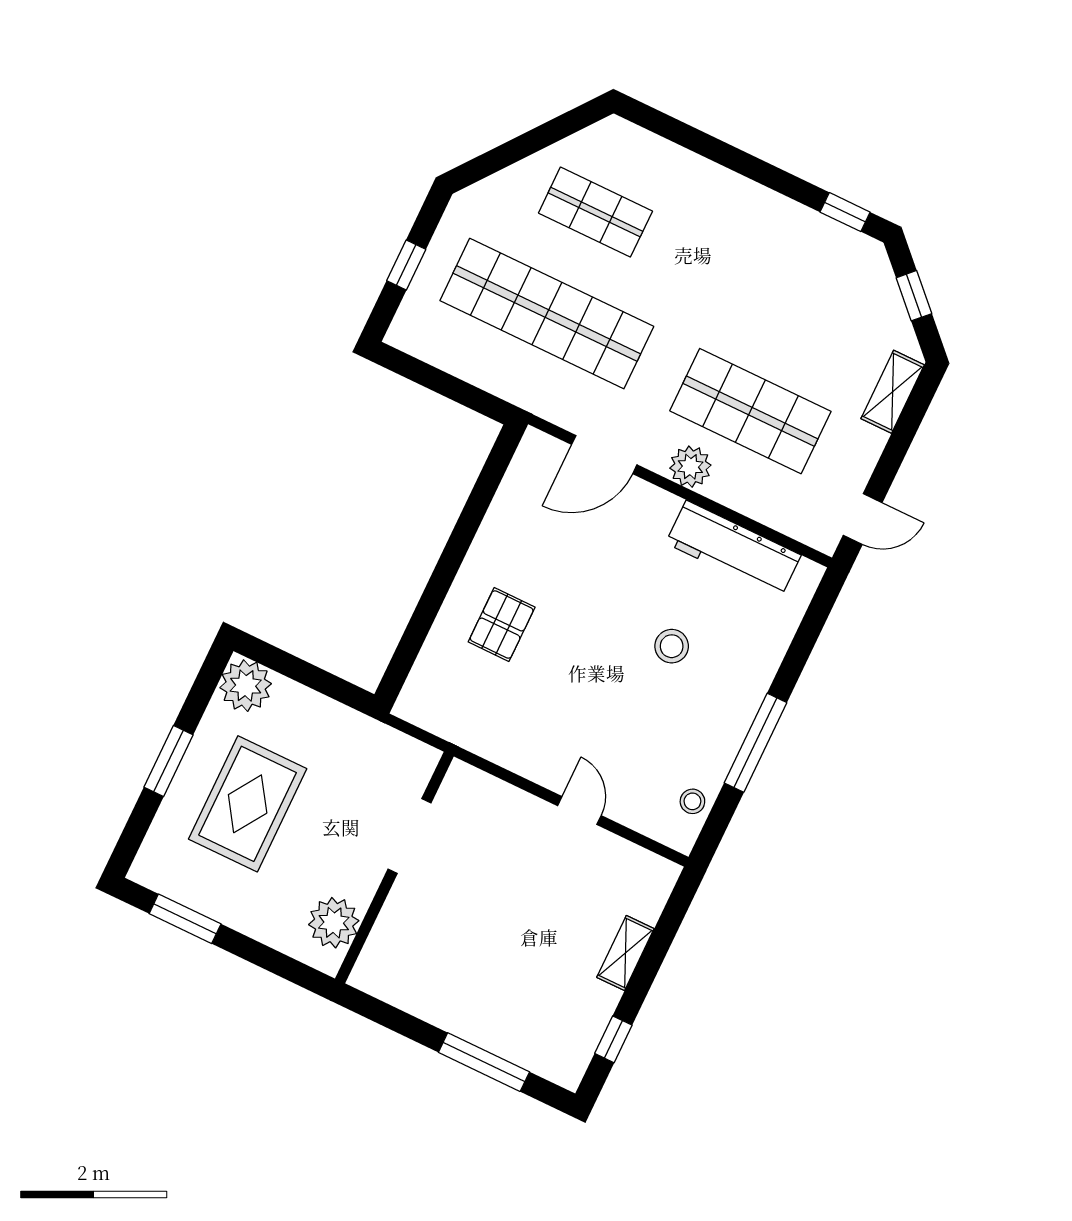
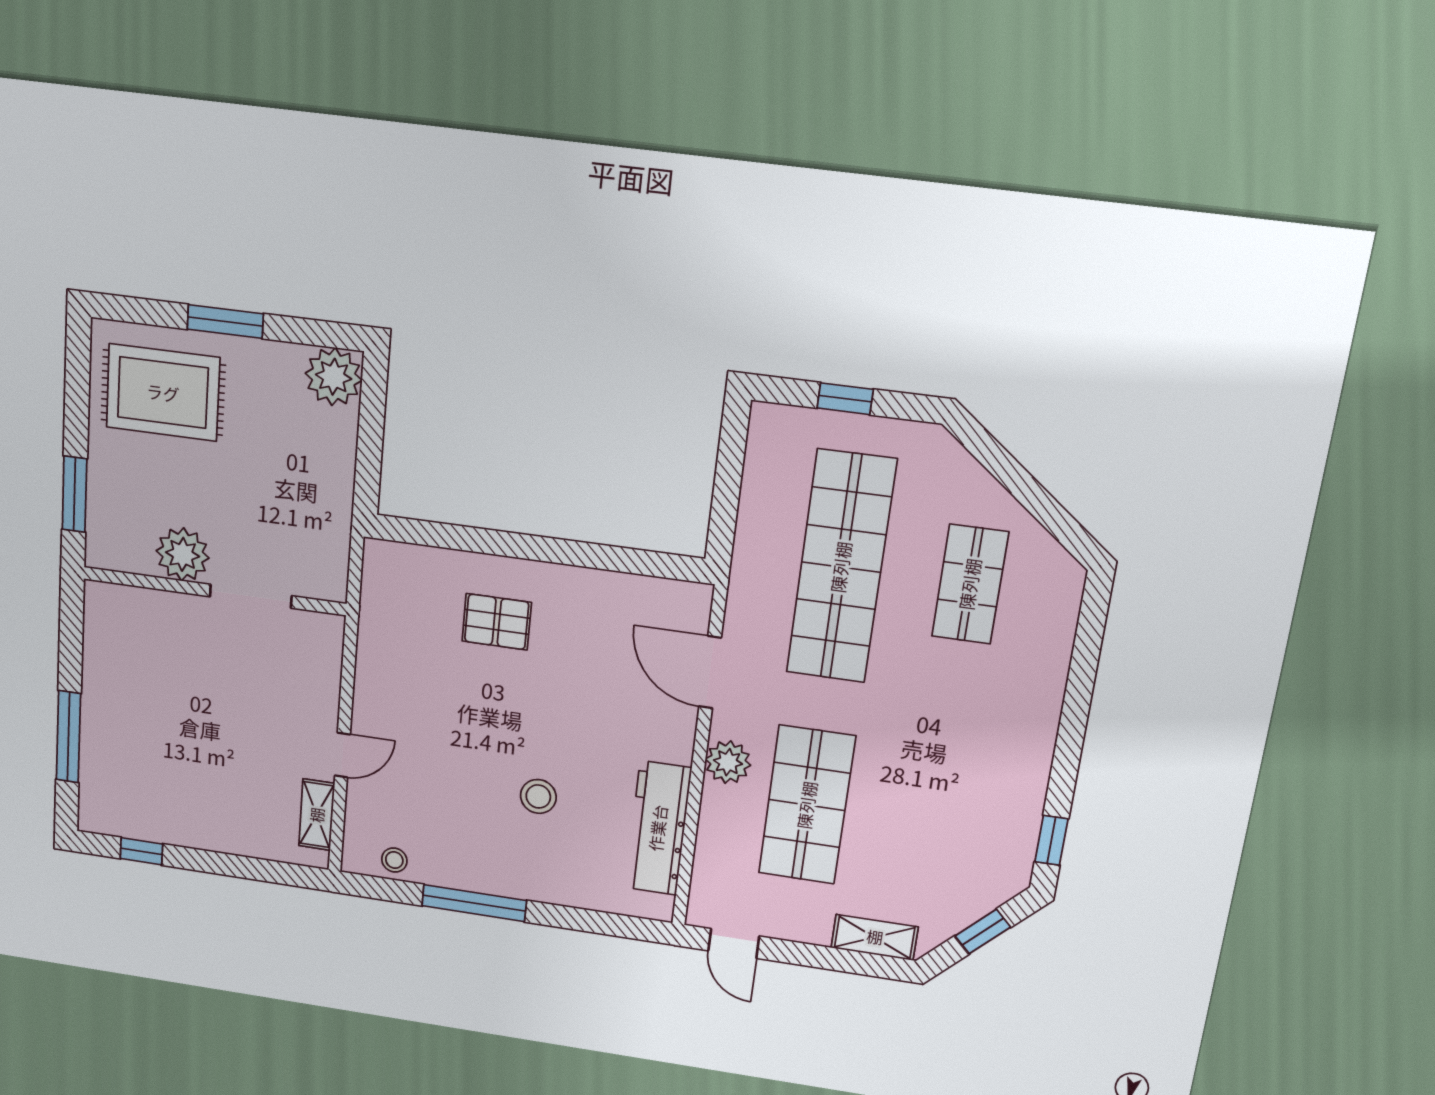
rug: (248, 804) -> (163, 393), moved
window: (185, 919) -> (75, 494), moved
plant: (334, 923) -> (183, 554), moved
shelving: (625, 953) -> (317, 815), moved, turned 90

